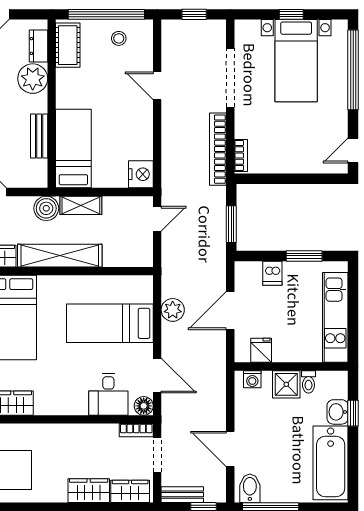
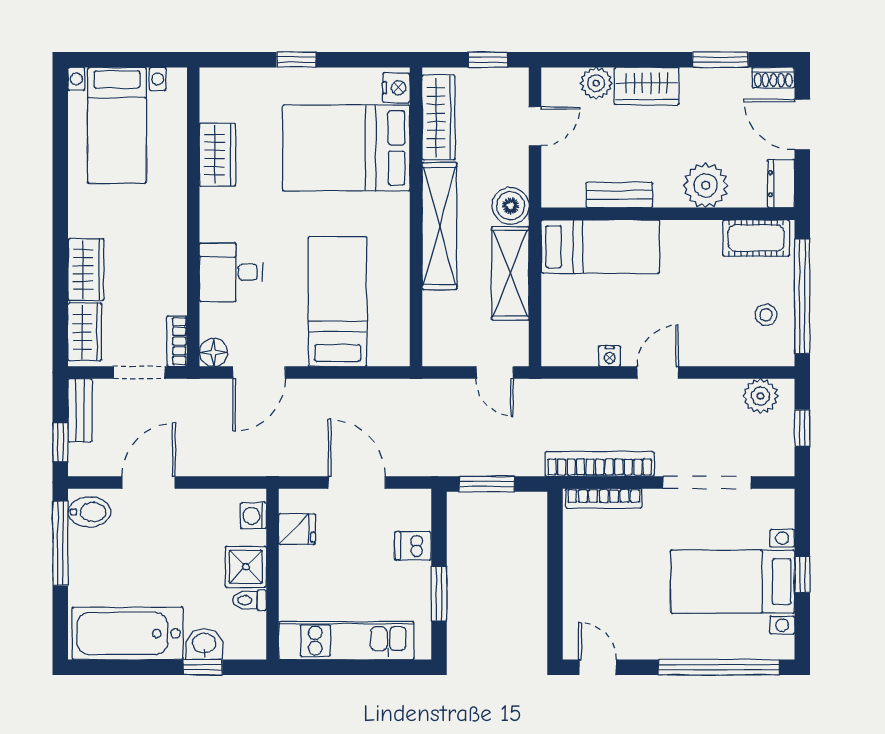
dresser: (39, 46) -> (781, 184), moved, turned -90
door: (157, 86) -> (658, 373), moved
bookcase: (241, 155) -> (604, 498), width x1.56
nightstand: (141, 174) -> (610, 356), moved, width x0.53, depth x0.56
shelving: (81, 205) -> (510, 273), width x1.50, depth x1.33
plant: (173, 310) -> (760, 396), moved
desk: (108, 394) -> (231, 272), moved

